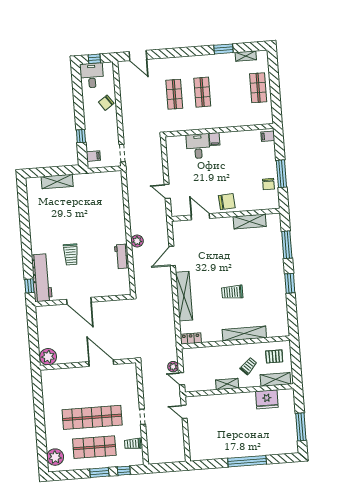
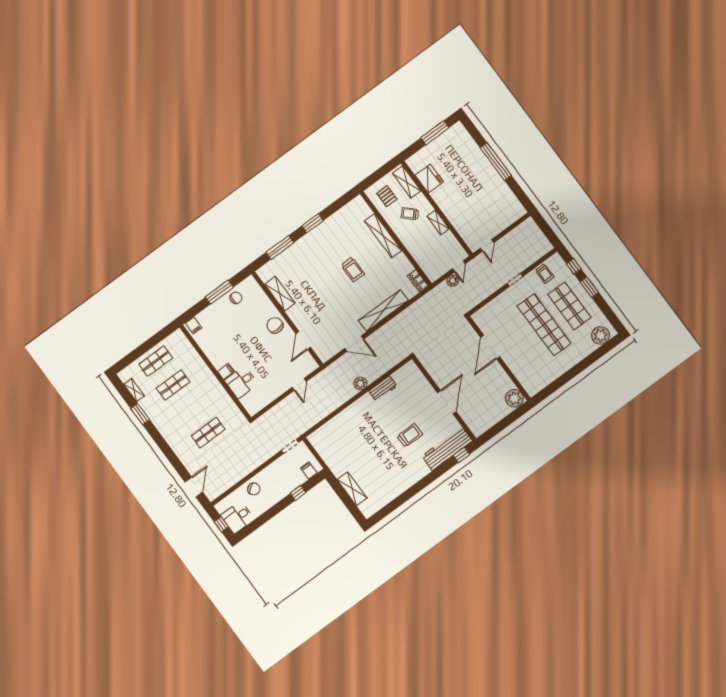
shop shelf: (202, 92) -> (173, 385), moved

